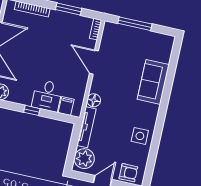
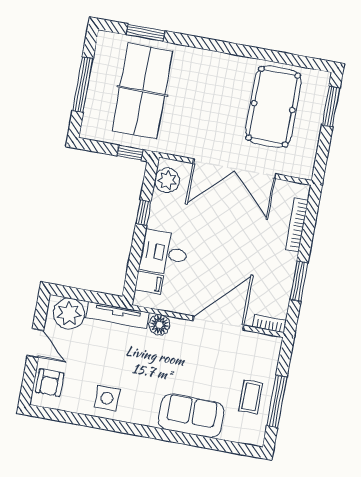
window: (135, 24) -> (277, 401), moved
coffee table: (143, 43) -> (251, 397), added
door: (94, 62) -> (218, 323), width x1.36
window: (32, 110) -> (143, 212), moved

